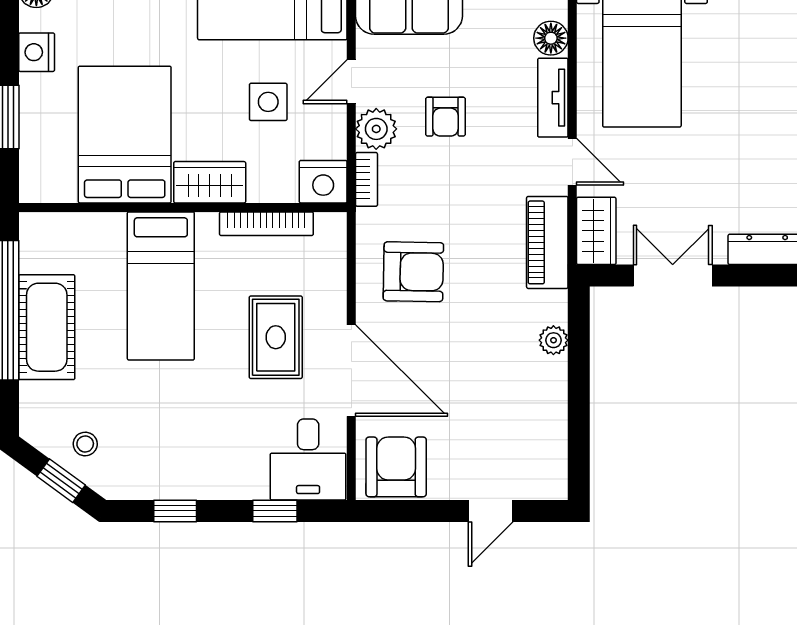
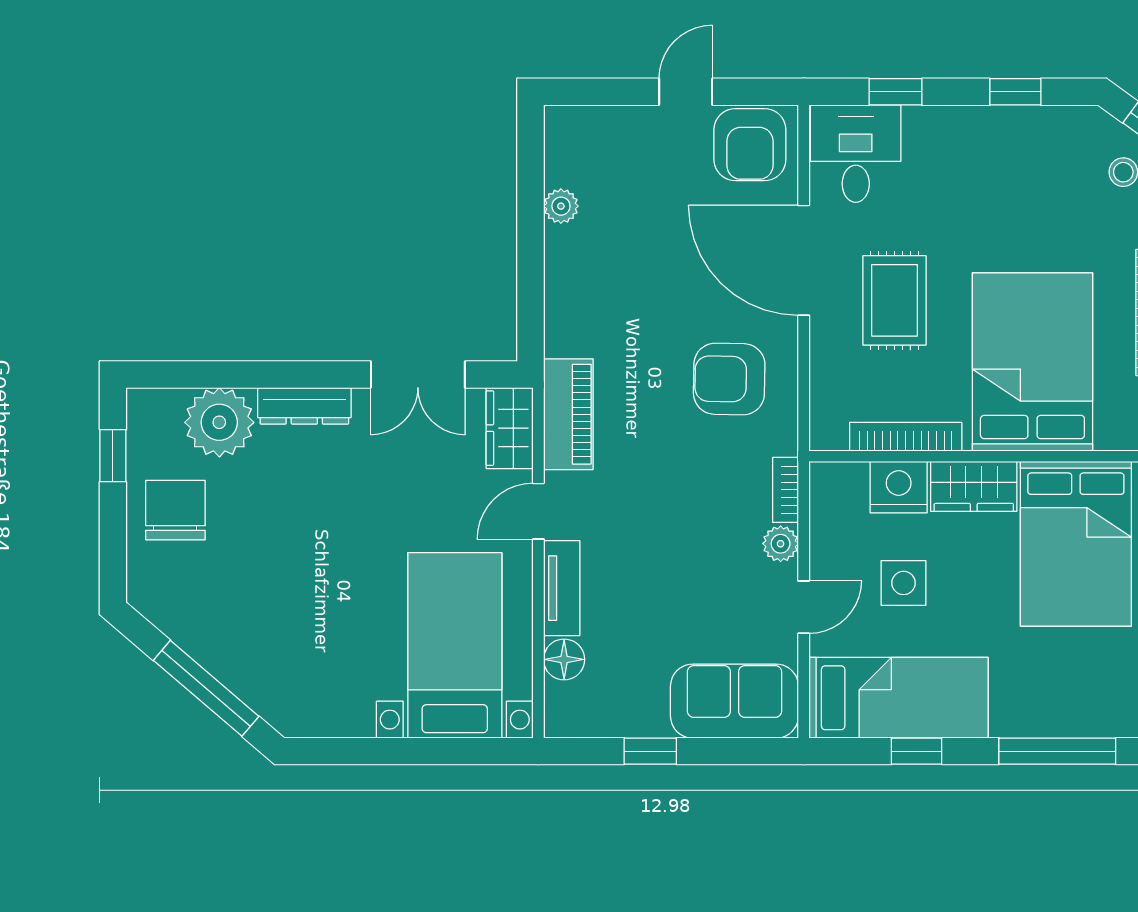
armchair: (446, 117) -> (691, 565), removed
plant: (376, 129) -> (781, 544), width x0.73, depth x0.73
door: (572, 162) -> (538, 511), hinge flipped
nightstand: (323, 182) -> (899, 487), moved
bed: (161, 286) -> (1032, 362), width x1.50
plant: (553, 340) -> (561, 206), moved
door: (491, 511) -> (686, 92), moved

